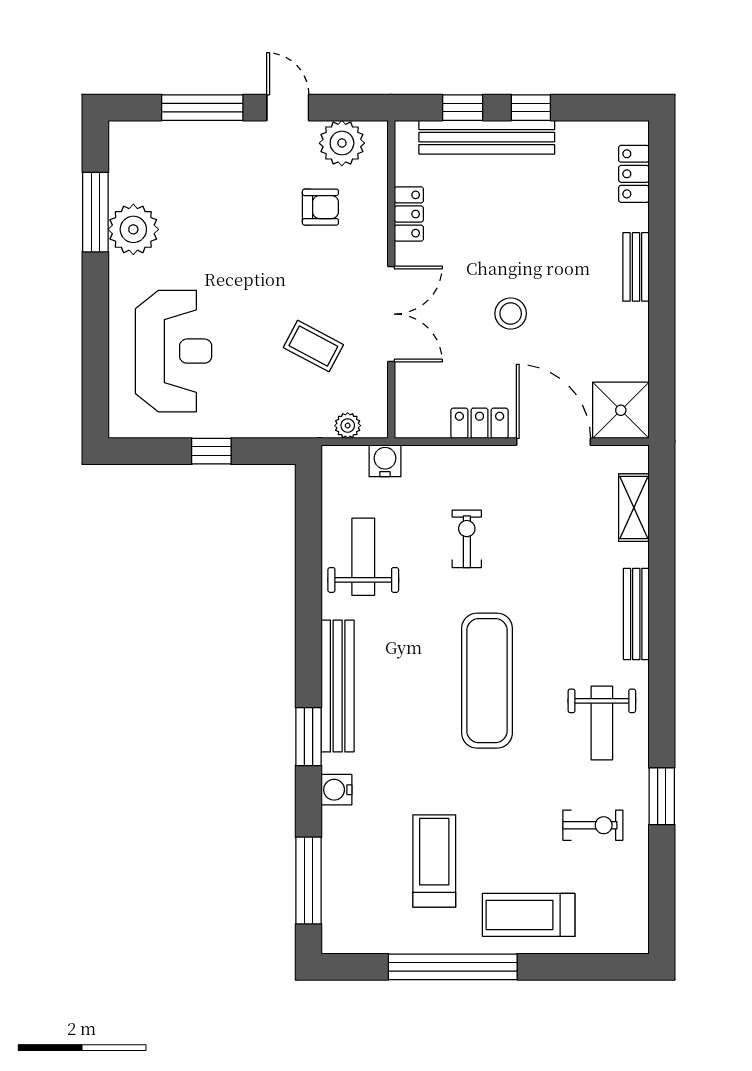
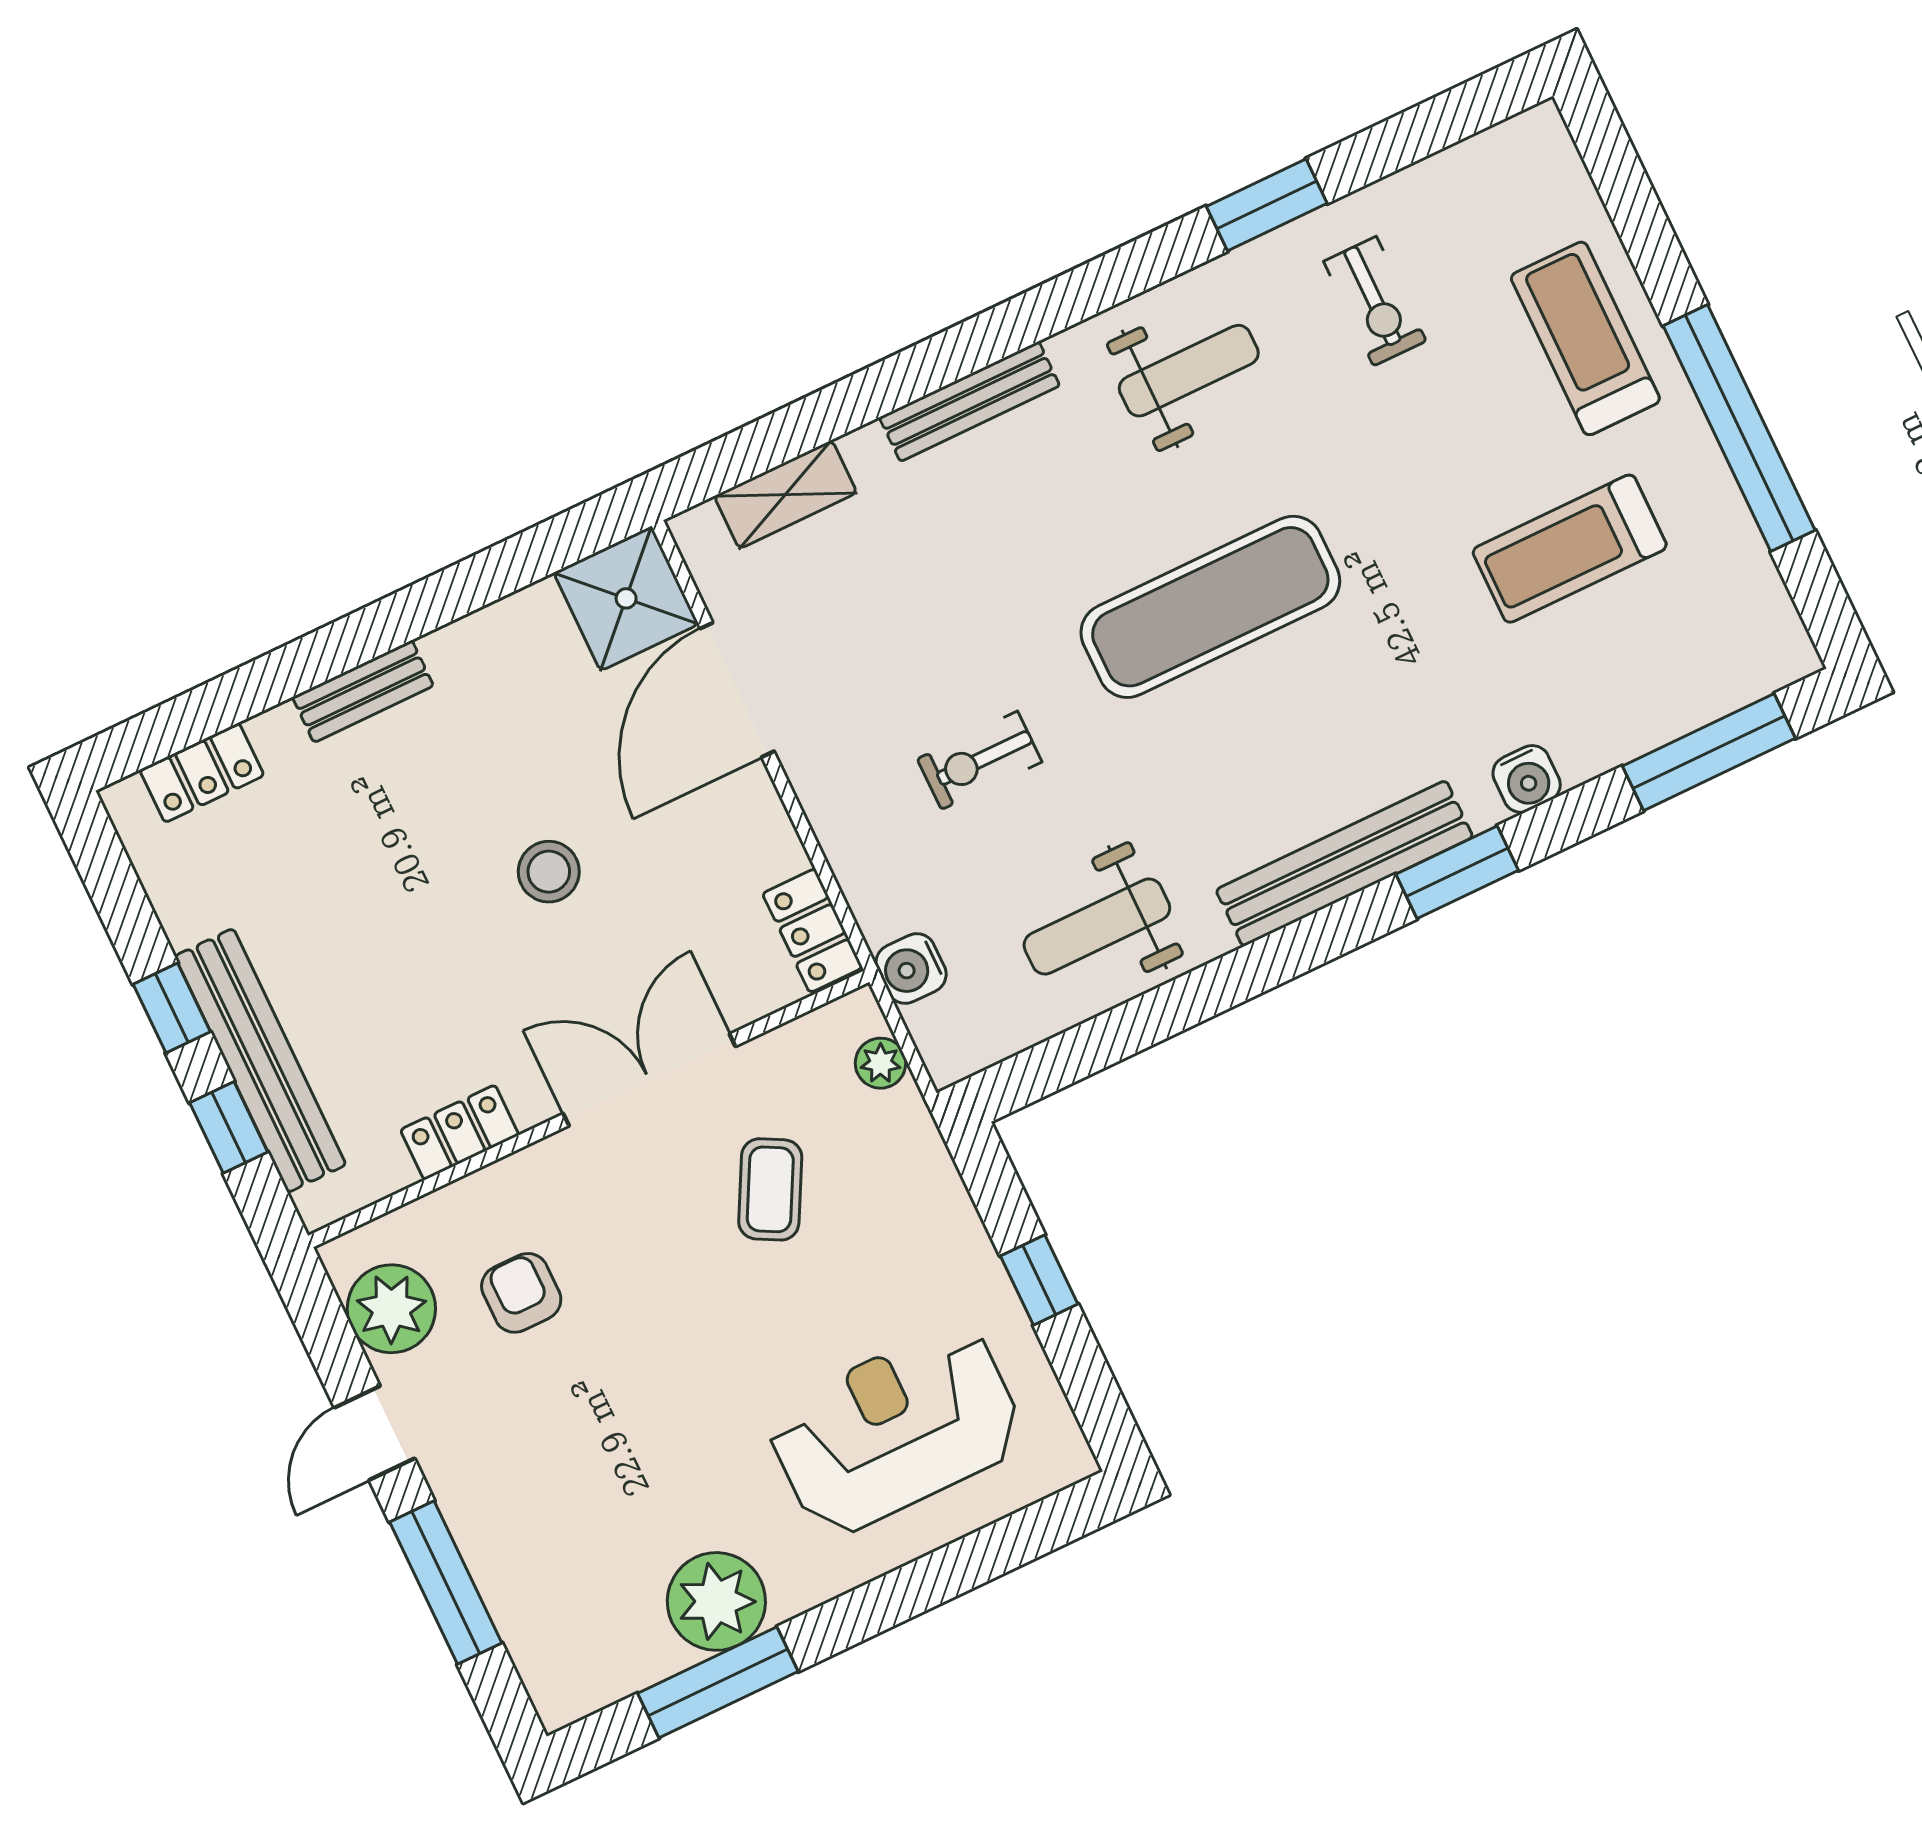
locker: (480, 423) -> (812, 931), moved
exercise bike: (593, 825) -> (1375, 301), turned 180
treadmill: (529, 915) -> (1585, 338), turned 180

